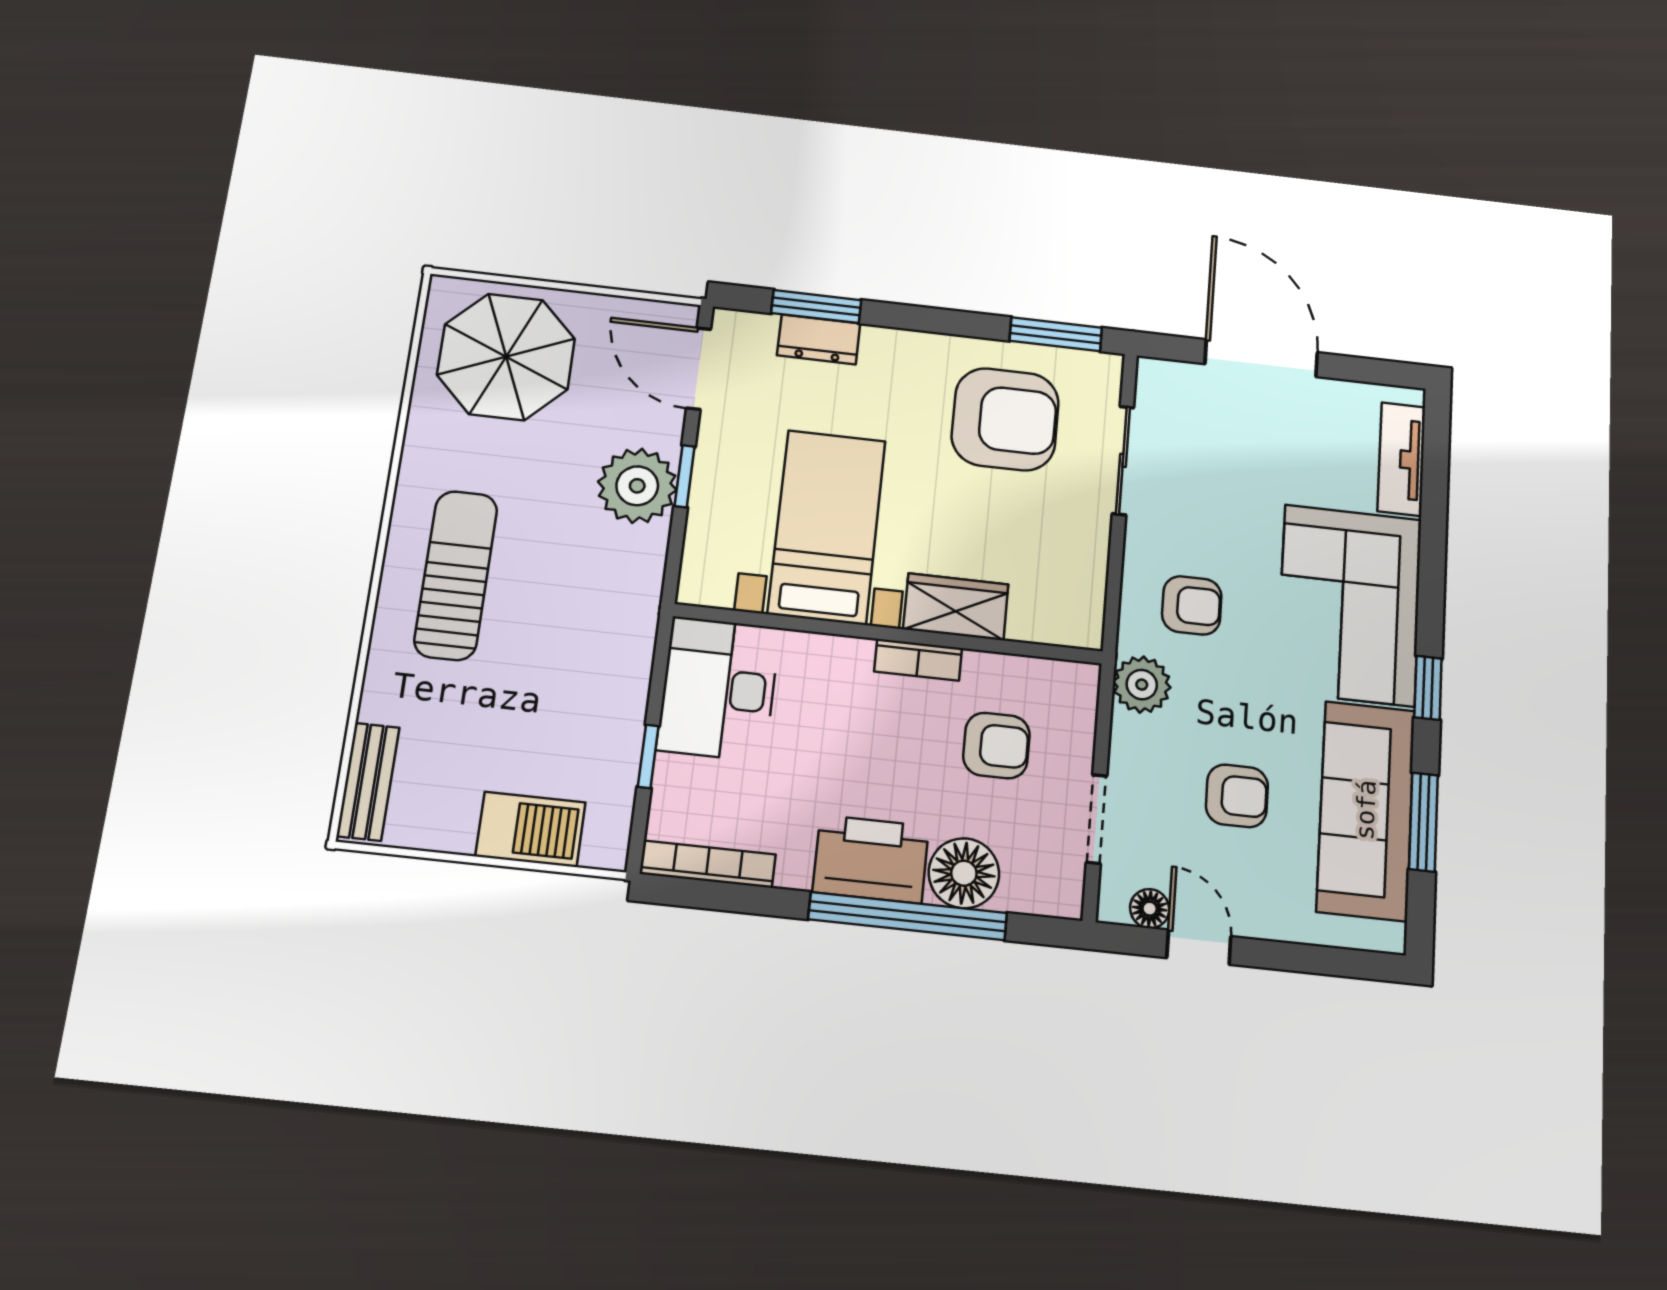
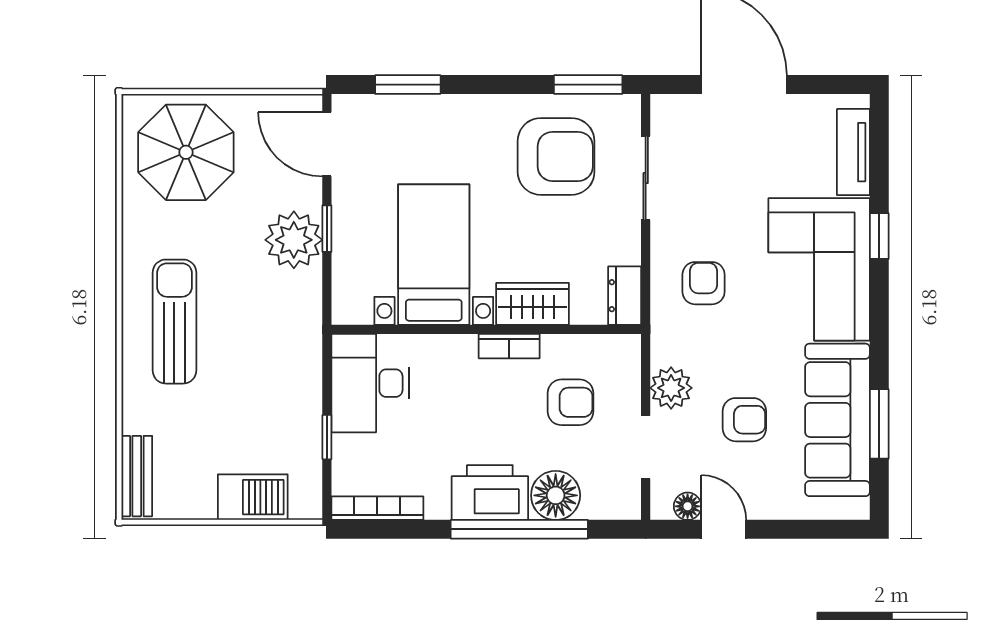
dresser: (819, 339) -> (625, 296), moved, turned 90
armchair: (1192, 605) -> (704, 283), turned -90
plant: (1142, 685) -> (671, 388), moved
window: (1428, 688) -> (879, 236), moved

